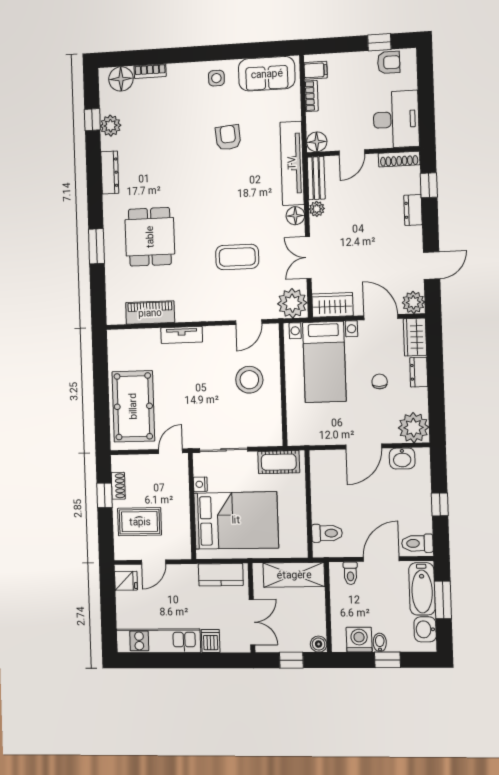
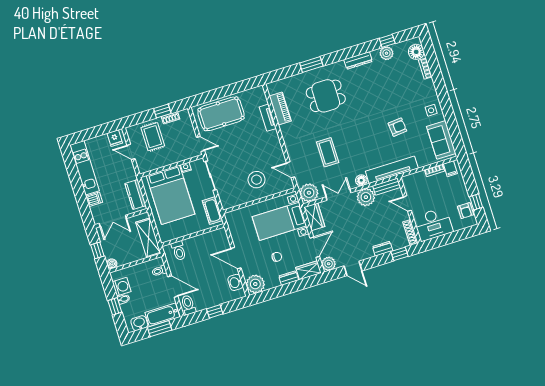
floor lamp: (317, 142) -> (408, 181), removed
plant: (317, 209) -> (366, 197), width x1.88, depth x1.88
tv unit: (182, 335) -> (268, 118), moved

